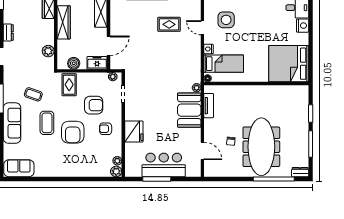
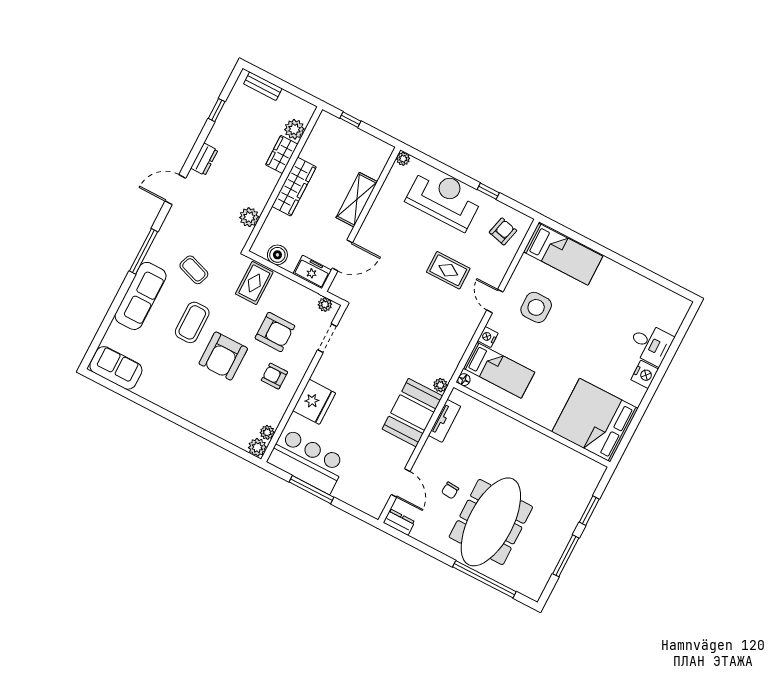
bar counter: (164, 165) -> (307, 461), moved
dresser: (300, 172) -> (399, 522), moved

